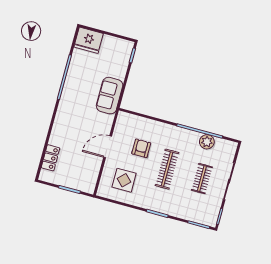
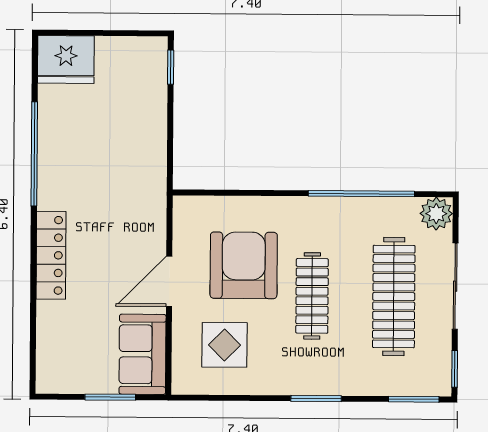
sofa: (110, 96) -> (143, 354), moved
plant: (207, 142) -> (436, 214), moved
armchair: (141, 148) -> (244, 265), width x1.88, depth x1.88
locker: (50, 158) -> (51, 255), moved, width x1.53
clothes rail: (202, 179) -> (394, 297), width x1.86, depth x1.31

